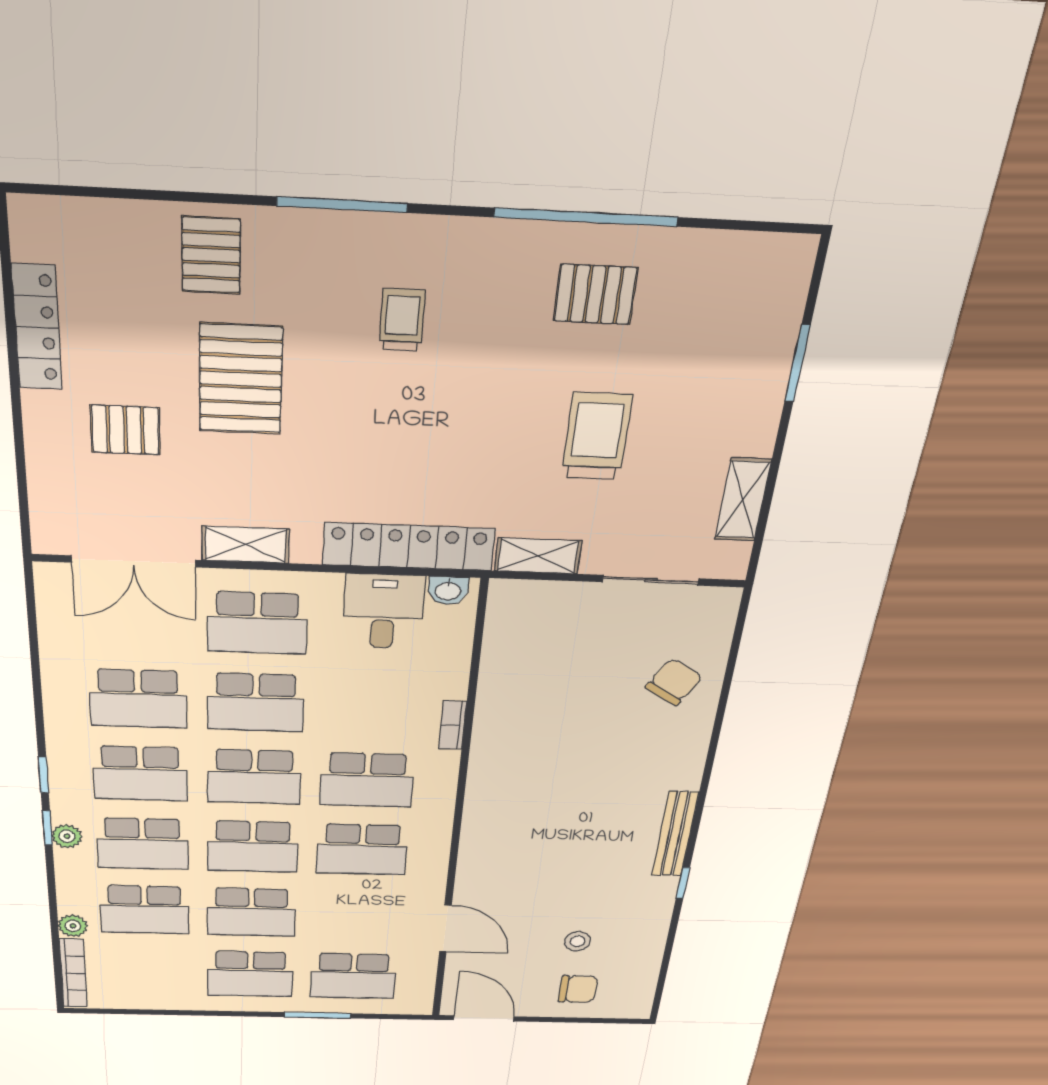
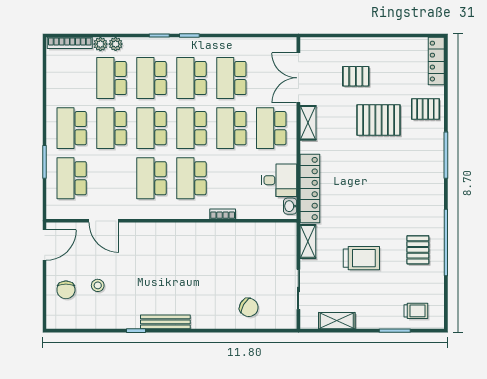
trolley: (402, 320) -> (416, 311), moved
locker: (37, 328) -> (436, 61), moved, turned 90
pallet: (125, 430) -> (356, 76), turned 90
plant: (67, 836) -> (116, 44), moved
door: (445, 929) -> (104, 221), hinge flipped

